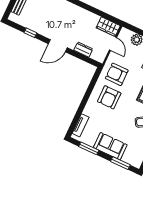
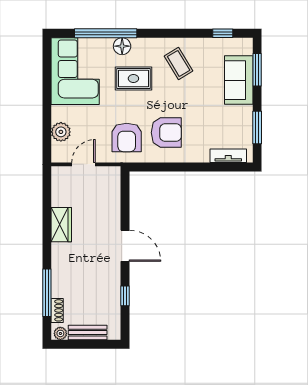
wardrobe: (108, 27) -> (61, 225), moved
dresser: (83, 50) -> (113, 205), removed
sofa: (110, 146) -> (239, 80), moved

